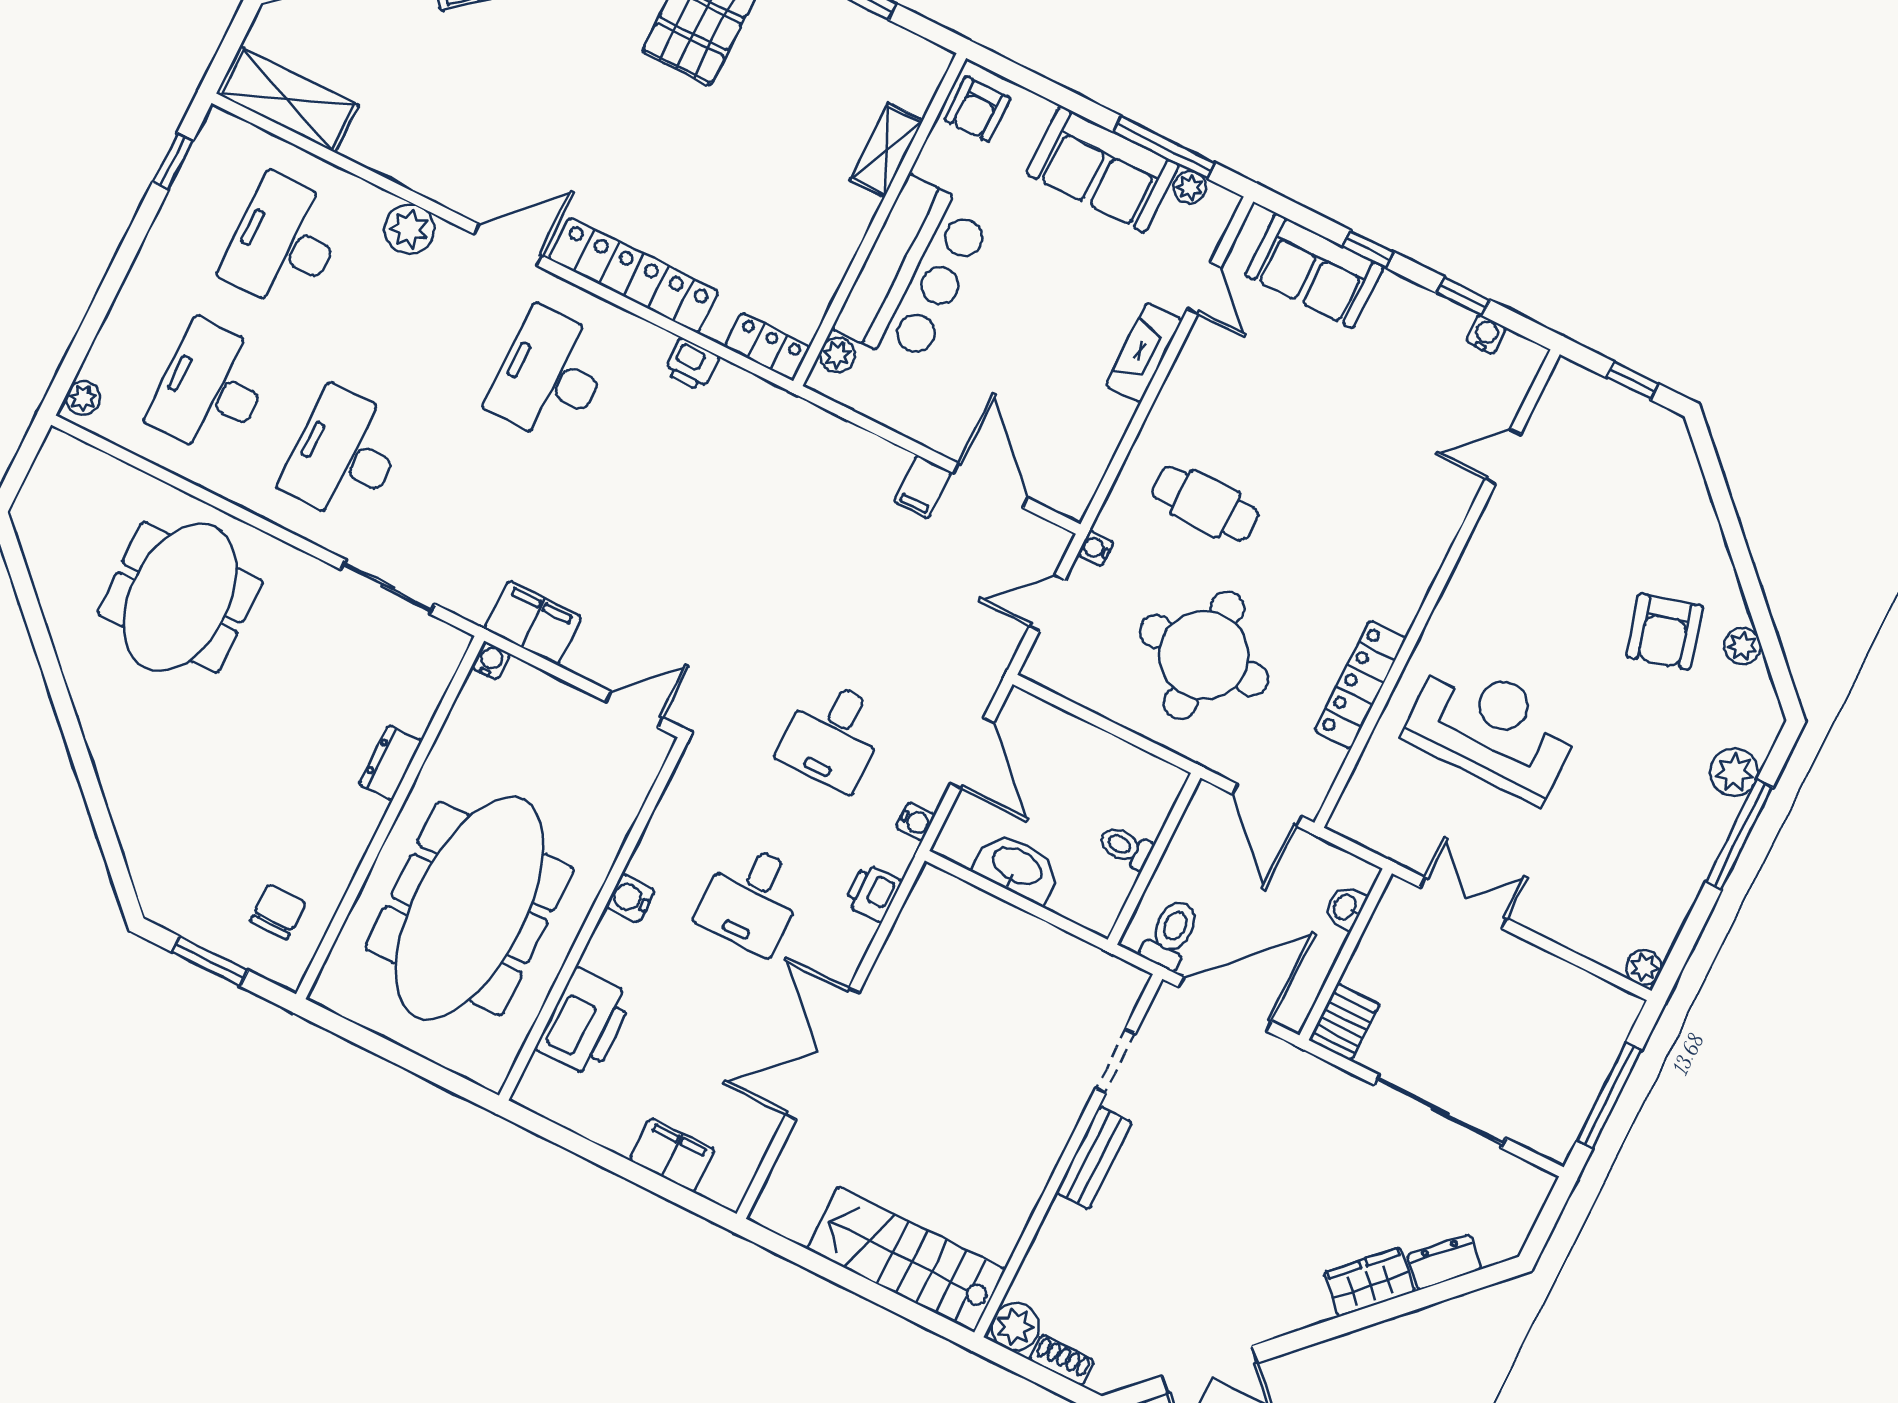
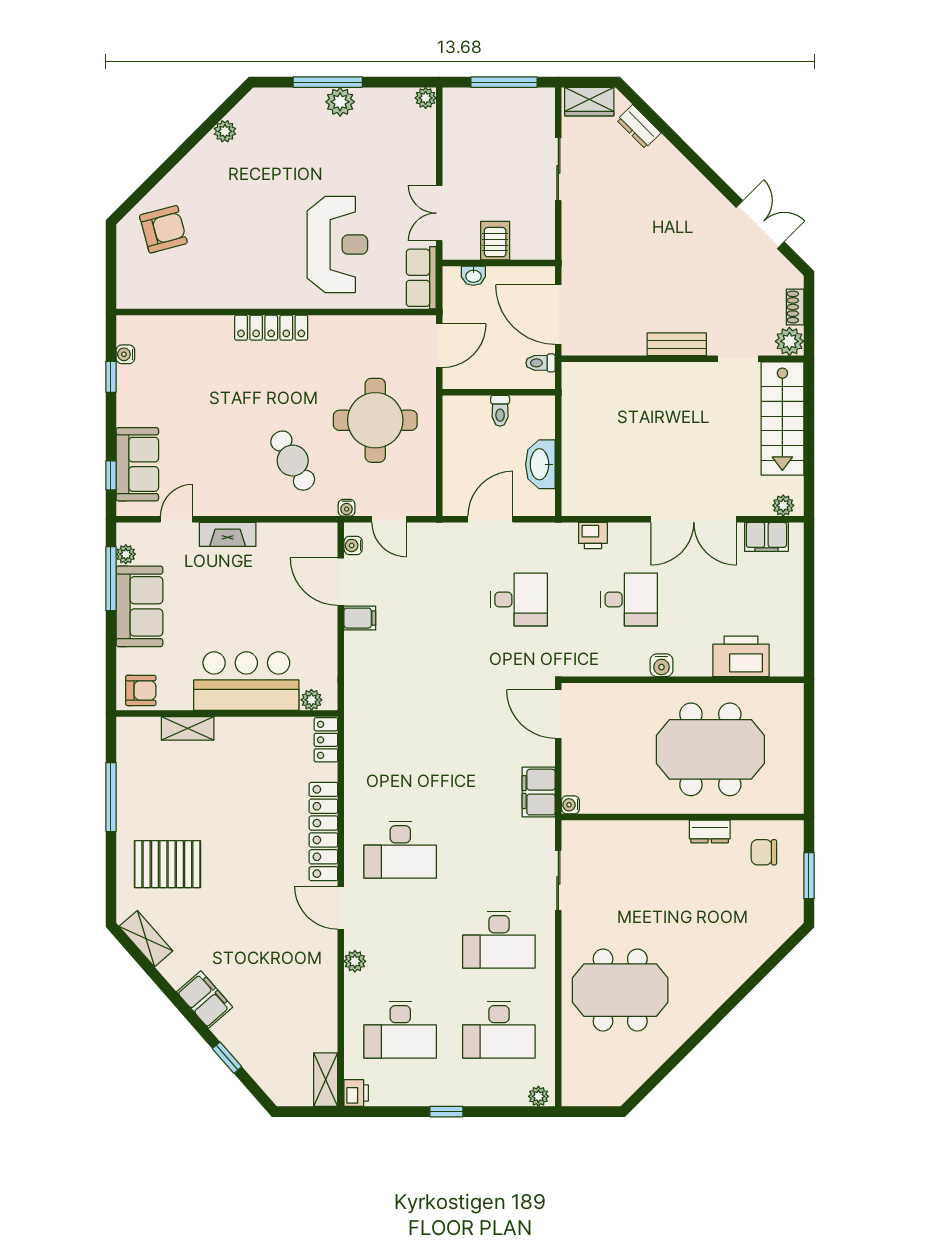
shelving: (288, 99) -> (326, 1080), width x0.67, depth x0.75
window: (173, 161) -> (446, 1112), moved
plant: (409, 229) -> (355, 961), width x0.73, depth x0.73
window: (1368, 249) -> (111, 475), moved
printer: (691, 365) -> (356, 1093), moved
window: (1632, 381) -> (111, 262), removed
door: (1503, 457) -> (187, 312), removed
door: (990, 485) -> (341, 582), hinge flipped
cafe table: (1205, 503) -> (293, 461), turned -30
armchair: (1665, 632) -> (163, 229), moved
locker: (1360, 685) -> (271, 328), moved
door: (634, 710) -> (558, 714), width x1.38
reception desk: (1492, 729) -> (337, 245), turned 180
dresser: (390, 763) -> (710, 832), moved
plant: (1734, 772) -> (340, 102), moved
water cooler: (916, 821) -> (353, 545), moved, turned -90
row of seats: (1381, 829) -> (421, 278), added
meeting table: (470, 909) -> (710, 749), width x0.73
toilet: (1171, 934) -> (541, 363), width x0.73, depth x0.72
server rack: (1344, 1022) -> (495, 241), moved, turned 90
doorway: (1116, 1061) -> (738, 359), moved
sliding door: (1440, 1111) -> (558, 169), width x0.73
filing cabinet: (672, 1155) -> (766, 537), moved, turned -90
plant: (777, 1196) -> (783, 505), added
wardrobe: (1369, 1282) -> (589, 102), moved, turned -45

